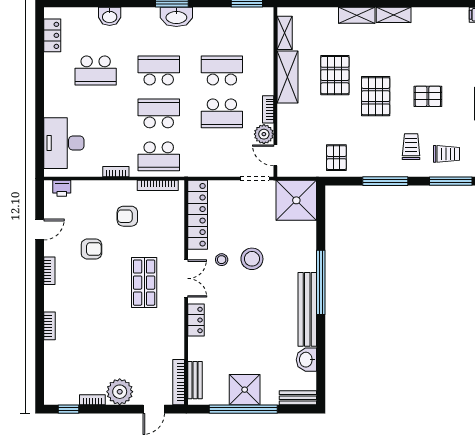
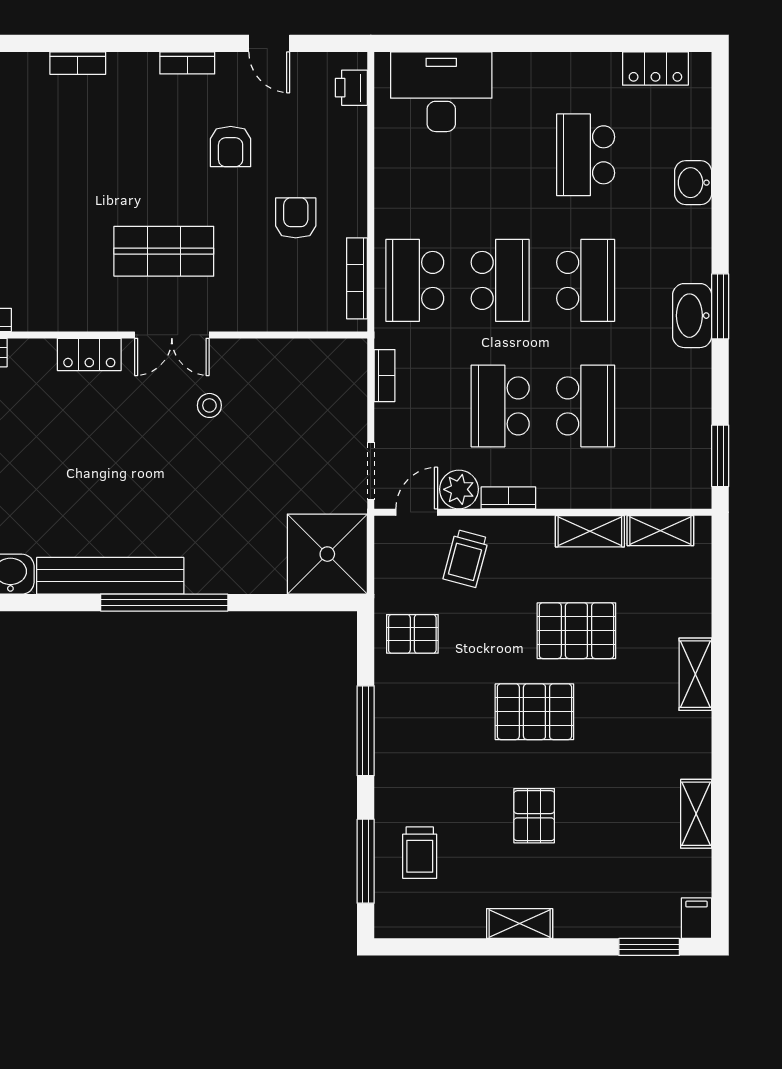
shelving: (394, 15) -> (696, 814), moved
shelving: (287, 77) -> (590, 531), width x0.67, depth x0.75
trolley: (411, 147) -> (466, 558), moved, turned 105
bookcase: (116, 172) -> (385, 376), moved
locker: (198, 215) -> (299, 358), removed
stool: (252, 259) -> (211, 466), removed

